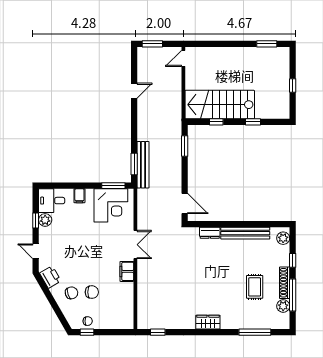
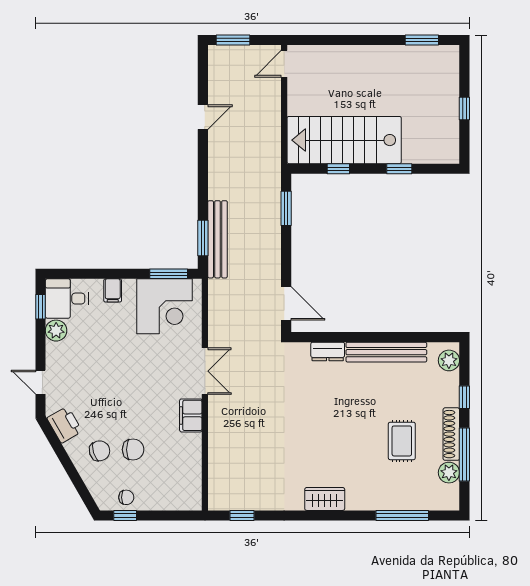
window: (36, 221) -> (40, 307), moved

